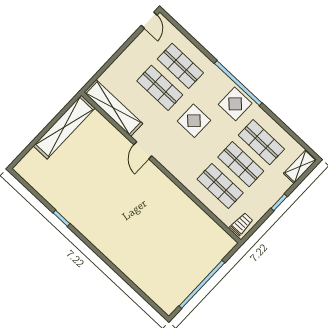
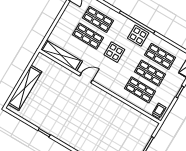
shelving: (64, 127) -> (25, 88), moved
door: (143, 150) -> (86, 78), swing flipped

